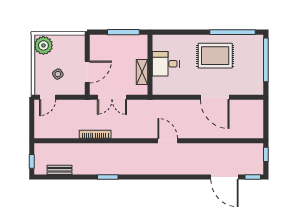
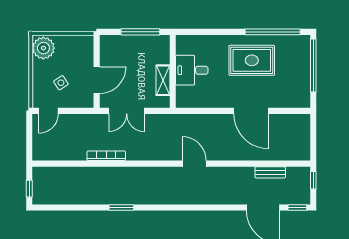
bench: (60, 170) -> (270, 172), moved

